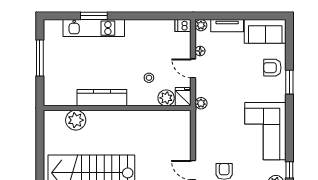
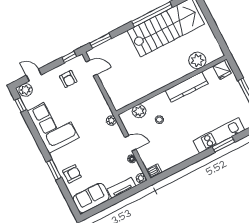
fridge: (183, 97) -> (222, 70), moved

